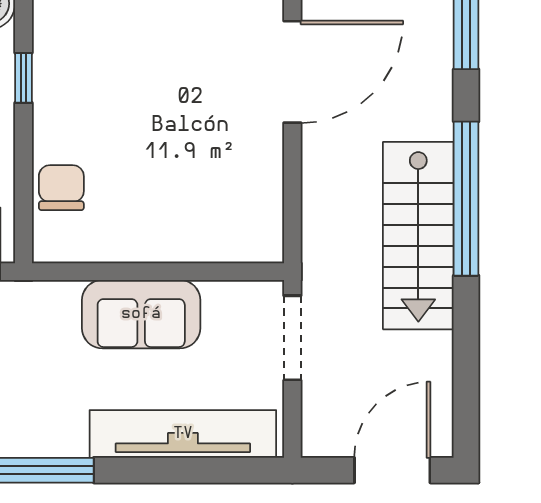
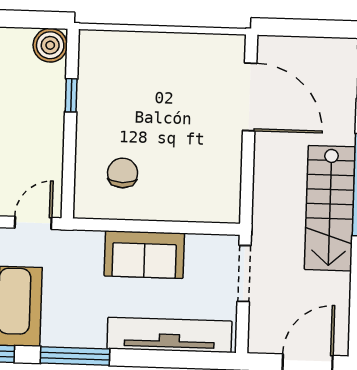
door: (292, 72) -> (250, 97), hinge flipped
chair: (61, 188) -> (123, 173), moved

